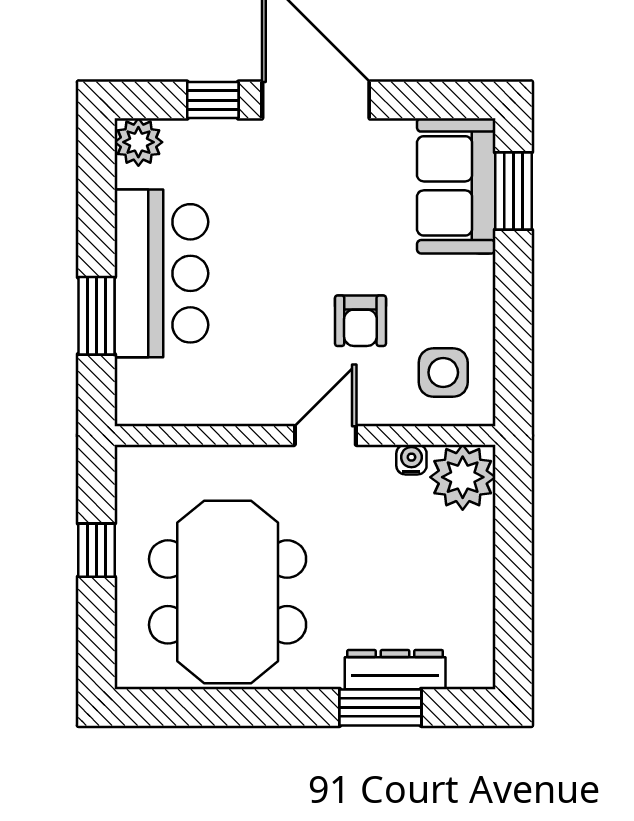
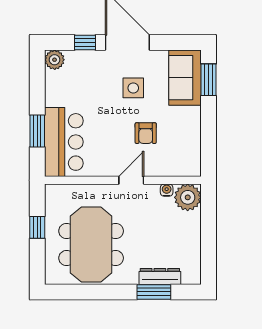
bar counter: (161, 273) -> (64, 142), moved
side table: (443, 372) -> (133, 88), moved

